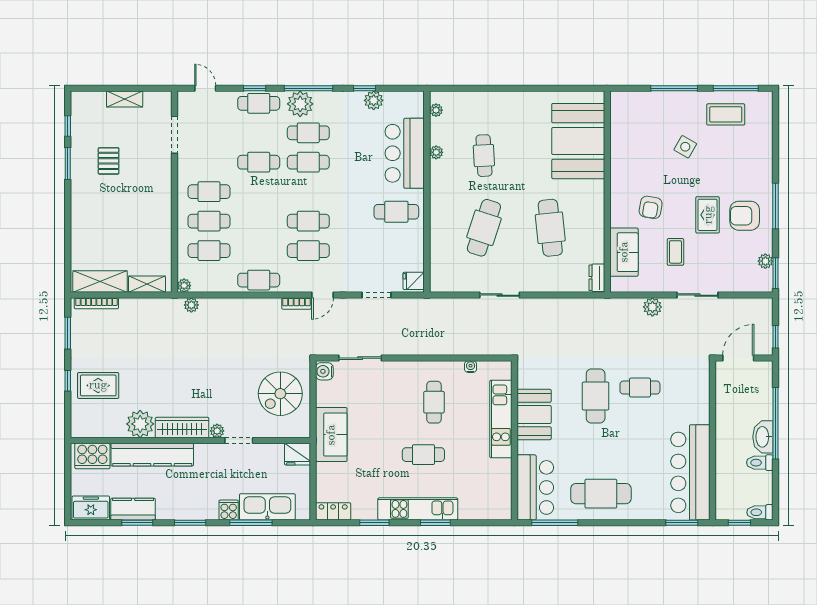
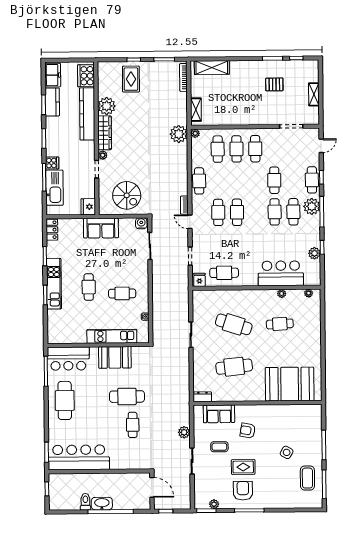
cafe table: (396, 212) -> (224, 273), moved, turned 90
shelving: (100, 282) -> (212, 68), moved, turned 90
plant: (191, 305) -> (179, 134), width x1.87, depth x1.87
spiral stairs: (280, 394) -> (127, 195), turned 180
toilet: (760, 512) -> (54, 502), removed

